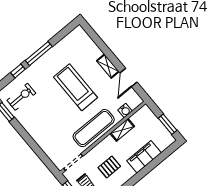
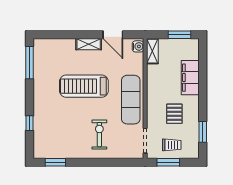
window: (39, 54) -> (30, 63), moved
exercise bike: (21, 97) -> (99, 135), moved
water cooler: (125, 110) -> (138, 46), moved
shelving: (122, 130) -> (152, 51), moved

